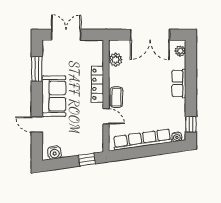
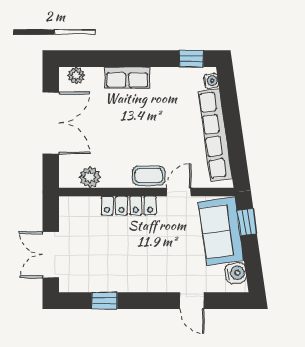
window: (37, 69) -> (104, 301), width x0.67
sofa: (54, 96) -> (221, 231), moved, turned -98
door: (37, 125) -> (192, 301), hinge flipped

